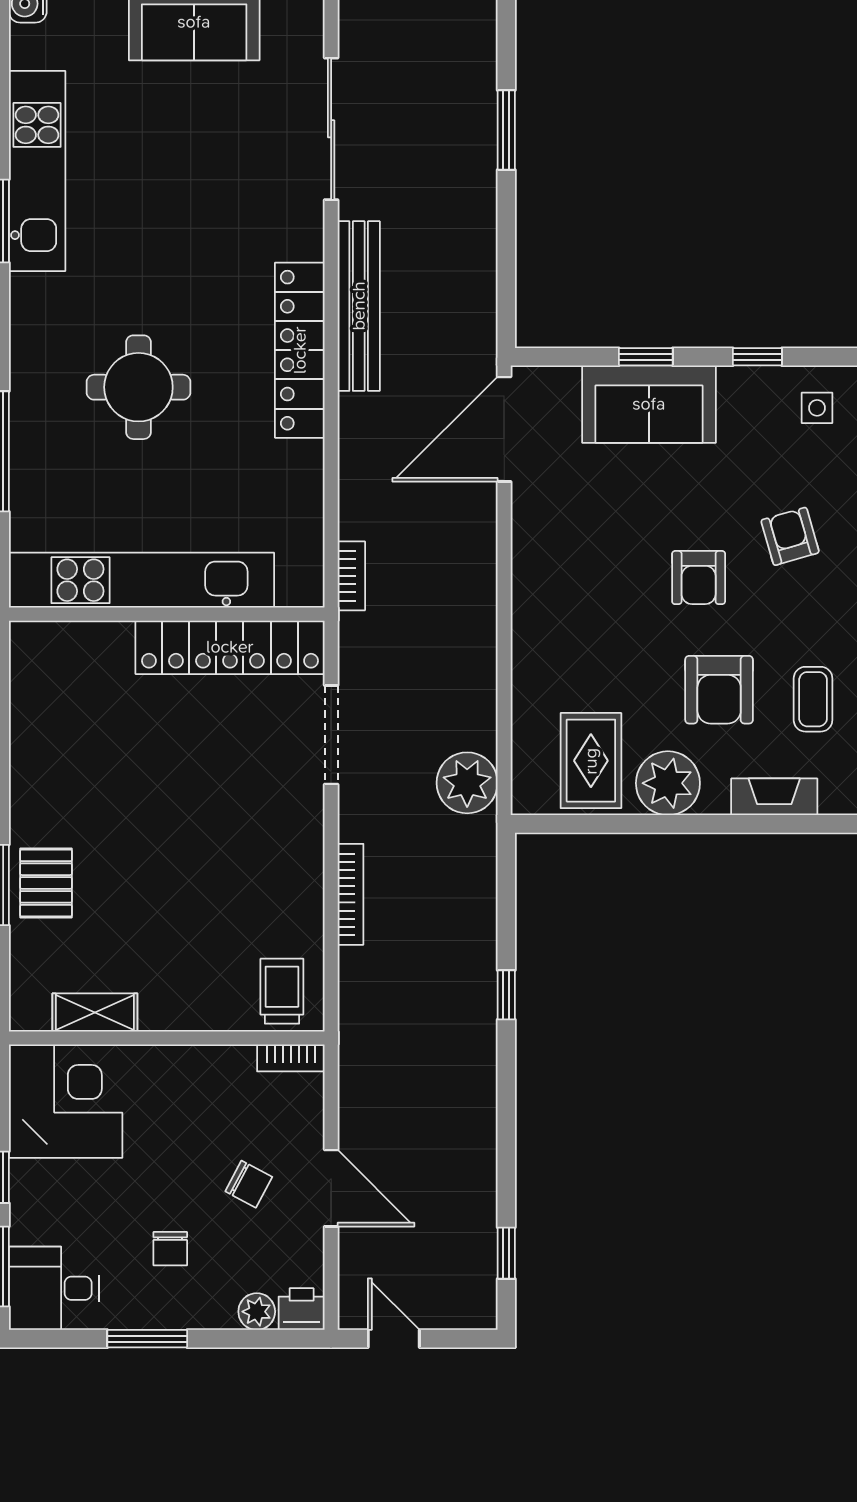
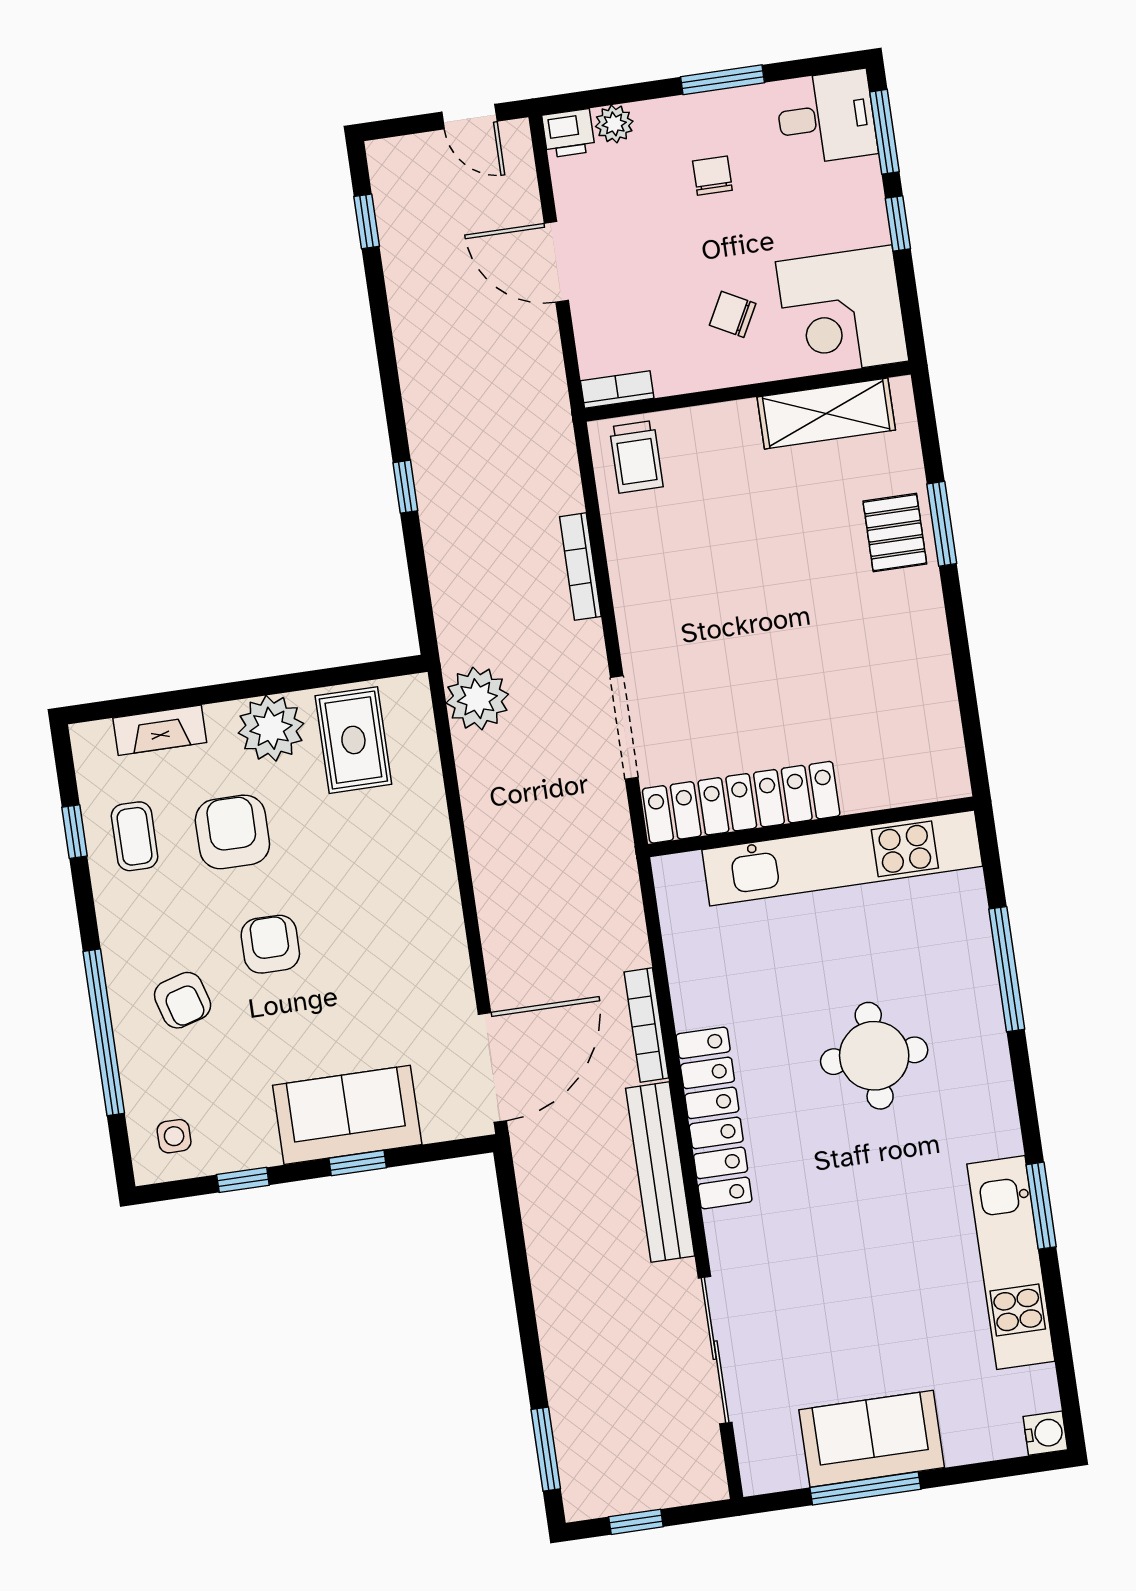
window: (506, 130) -> (546, 1449), moved
bookcase: (351, 576) -> (646, 1025), moved, width x1.56
shelving: (95, 1012) -> (826, 414), width x1.50, depth x1.33
chair: (249, 1184) -> (733, 314), moved

